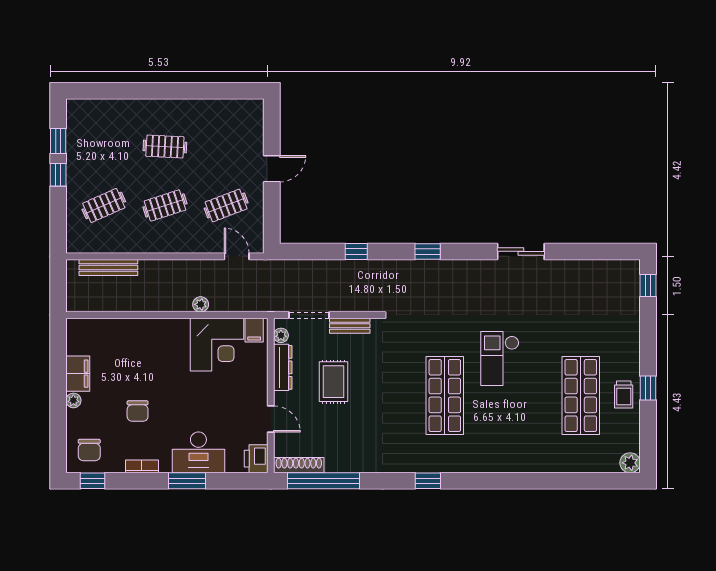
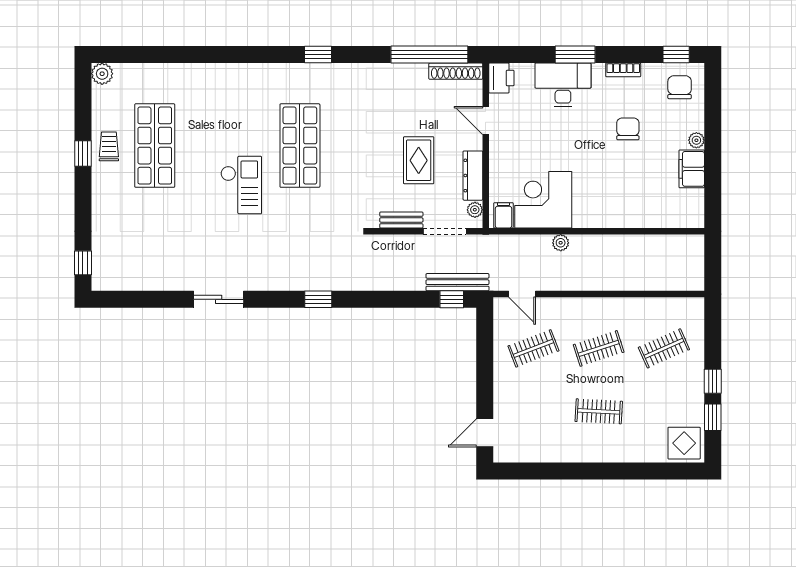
display table: (85, 117) -> (684, 443), added
door: (272, 169) -> (485, 433), moved
window: (356, 251) -> (452, 299), moved
bench: (108, 267) -> (457, 282), moved

